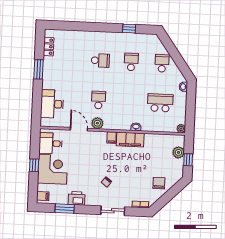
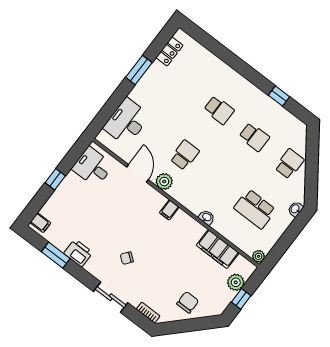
school desk: (131, 62) -> (254, 137), turned 90
school desk: (160, 103) -> (255, 209), turned 180
filing cabinet: (130, 140) -> (218, 249), moved
corner desk: (53, 169) -> (74, 199), removed

